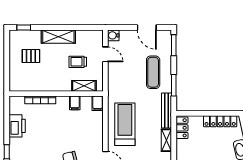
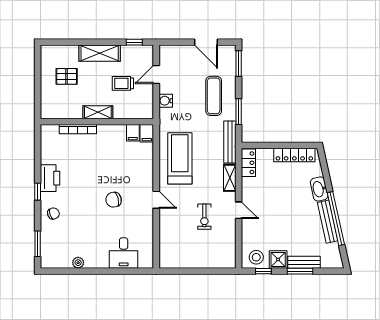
window: (24, 28) -> (134, 42), moved
water cooler: (113, 35) -> (166, 101), moved
door: (105, 54) -> (156, 74), swing flipped
shelving: (84, 86) -> (98, 112), moved
filing cabinet: (75, 103) -> (133, 133), moved
printer: (17, 126) -> (50, 178), moved

